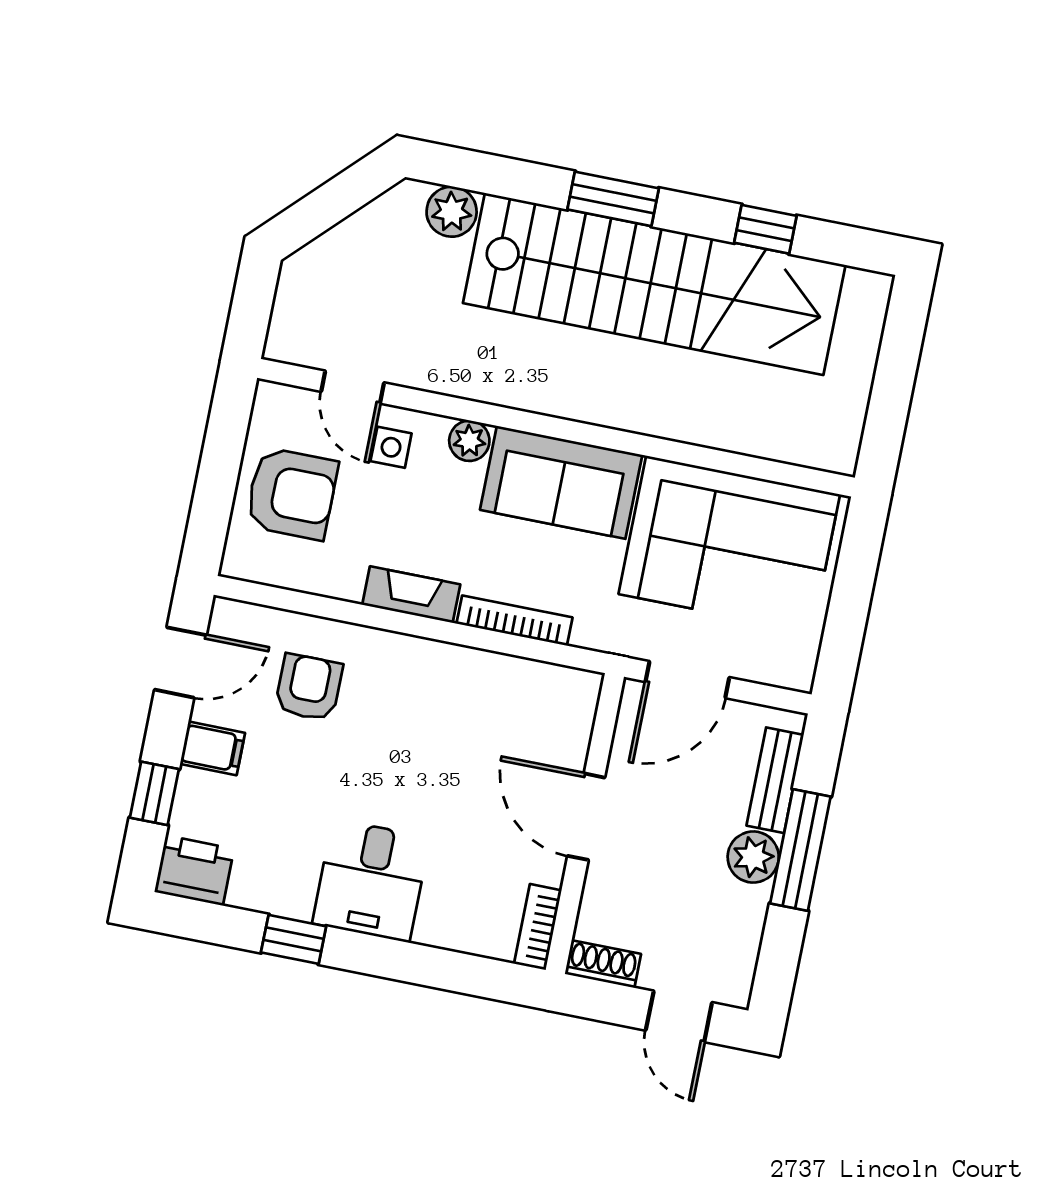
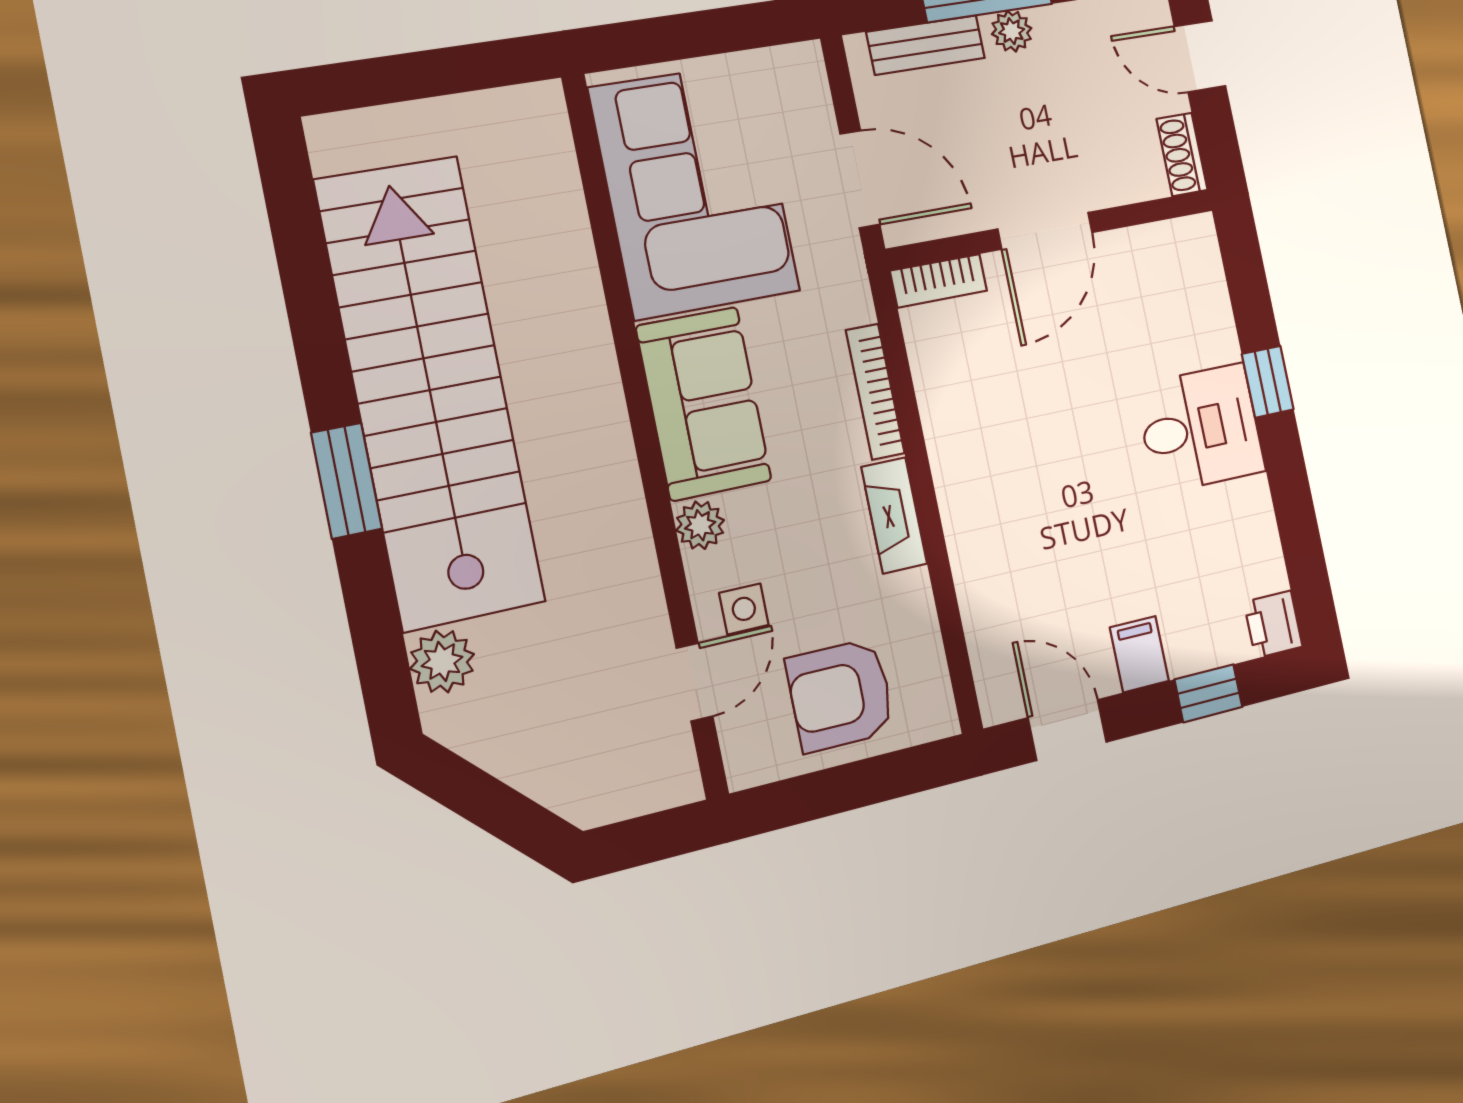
window: (765, 229) -> (309, 289), removed
armchair: (292, 494) -> (841, 695), turned -90
armchair: (309, 687) -> (1036, 582), removed
plant: (753, 857) -> (1012, 31), width x0.73, depth x0.73
printer: (194, 870) -> (1273, 624), width x0.73, depth x0.81
bookcase: (538, 927) -> (939, 281), moved
window: (294, 939) -> (1268, 382), moved
door: (679, 1016) -> (1200, 56), swing flipped

